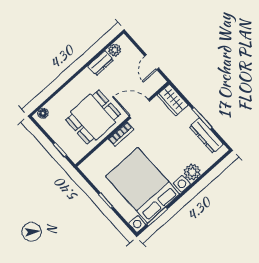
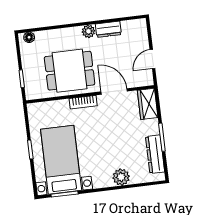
plant: (115, 50) -> (88, 31), moved
bed with nightstands: (143, 185) -> (61, 160), width x0.73

